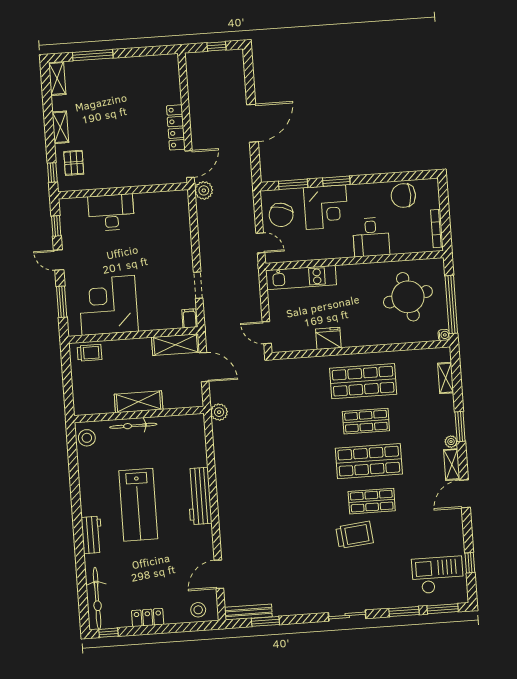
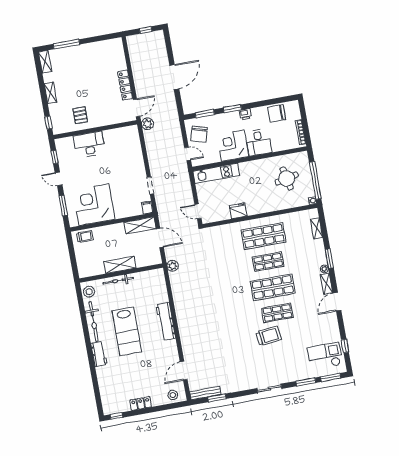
pallet: (74, 163) -> (80, 115), moved
printer: (355, 191) -> (245, 114), added
corner desk: (326, 207) -> (233, 146), moved, turned 180
round table: (408, 297) -> (287, 178), width x0.73, depth x0.73
bicycle: (97, 598) -> (94, 321), moved

